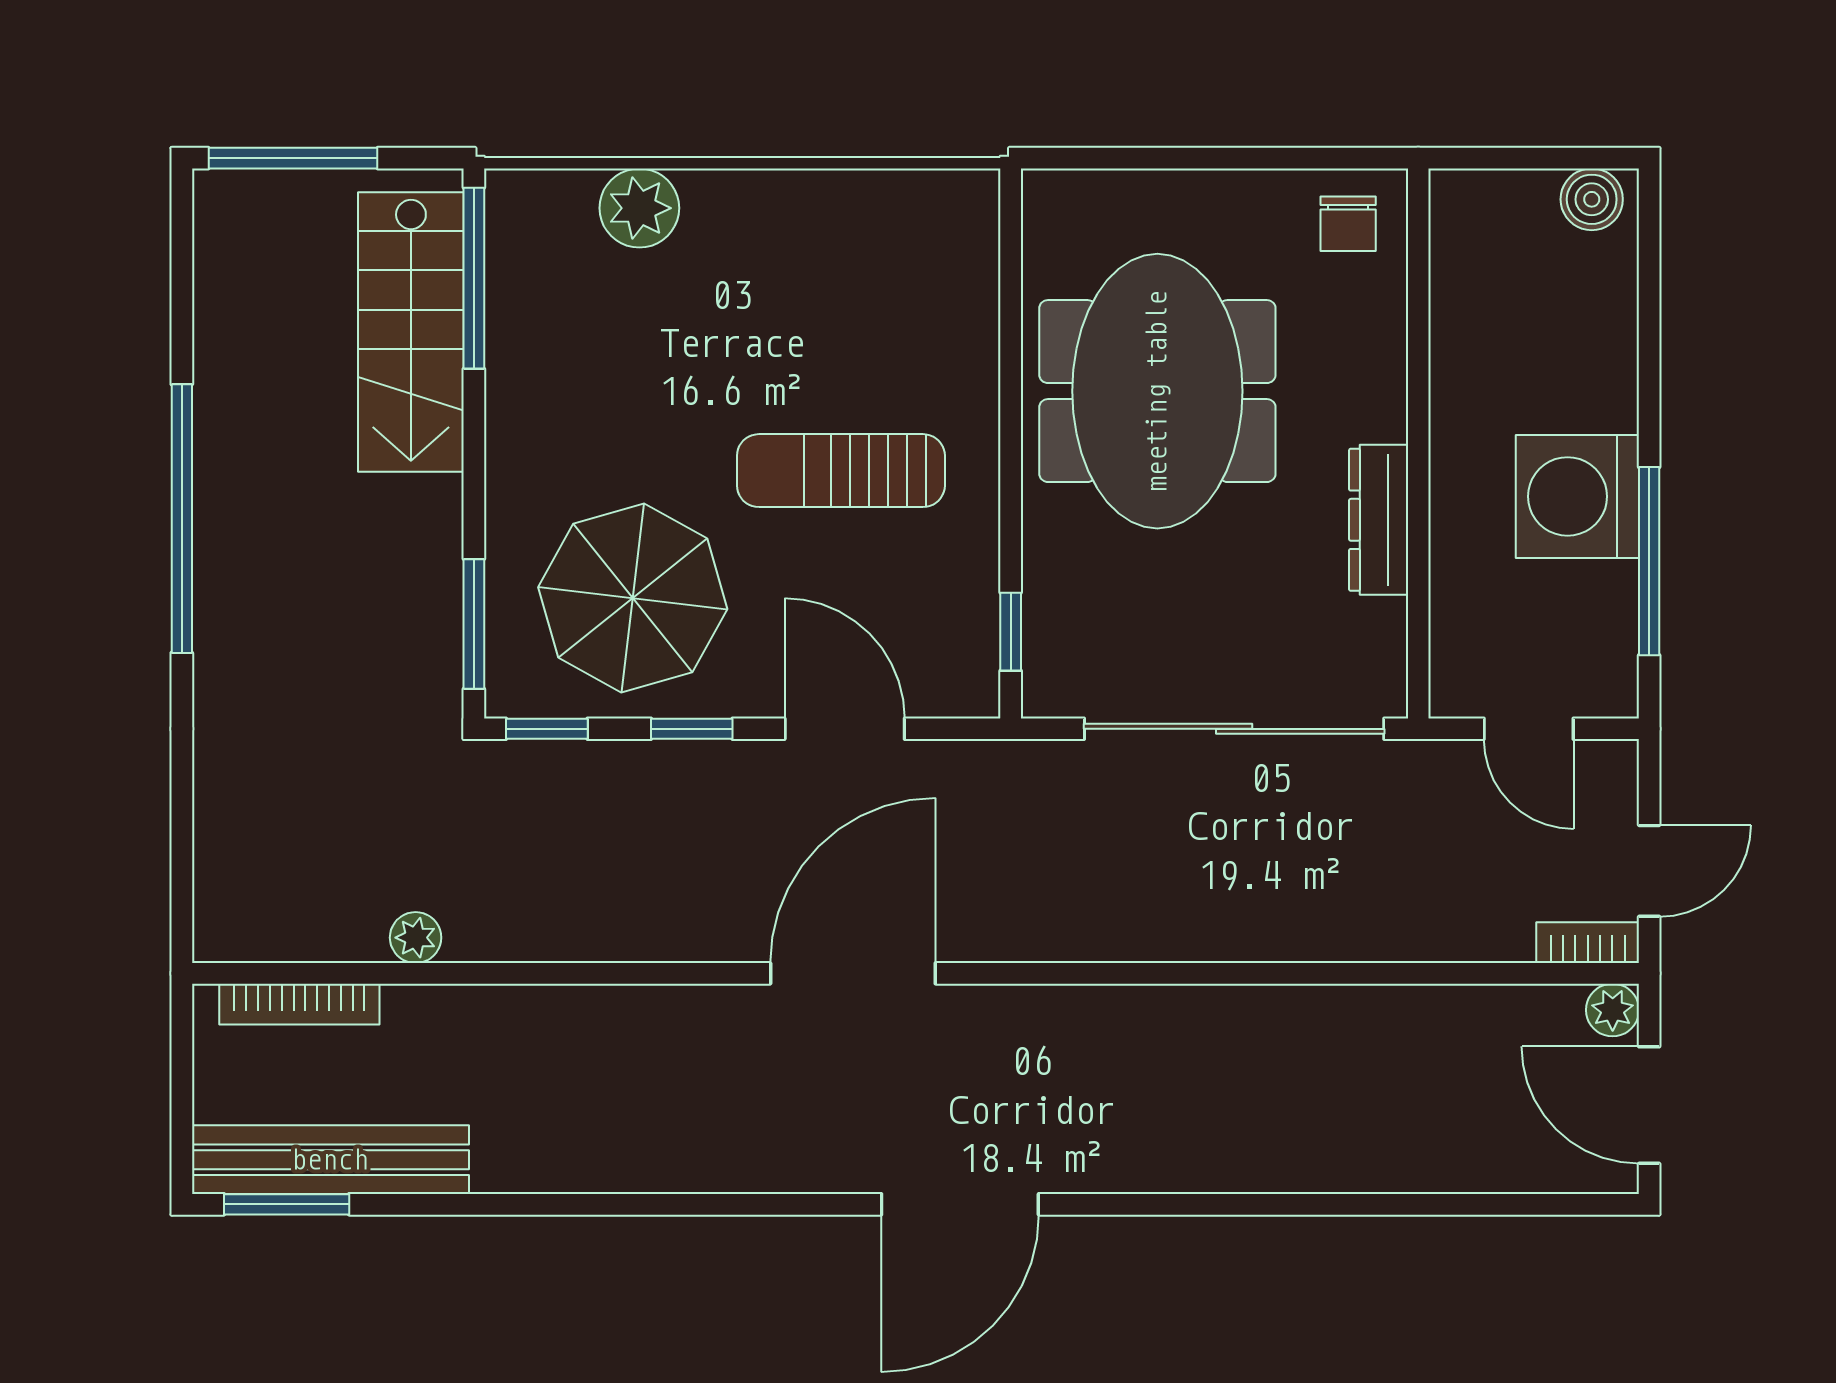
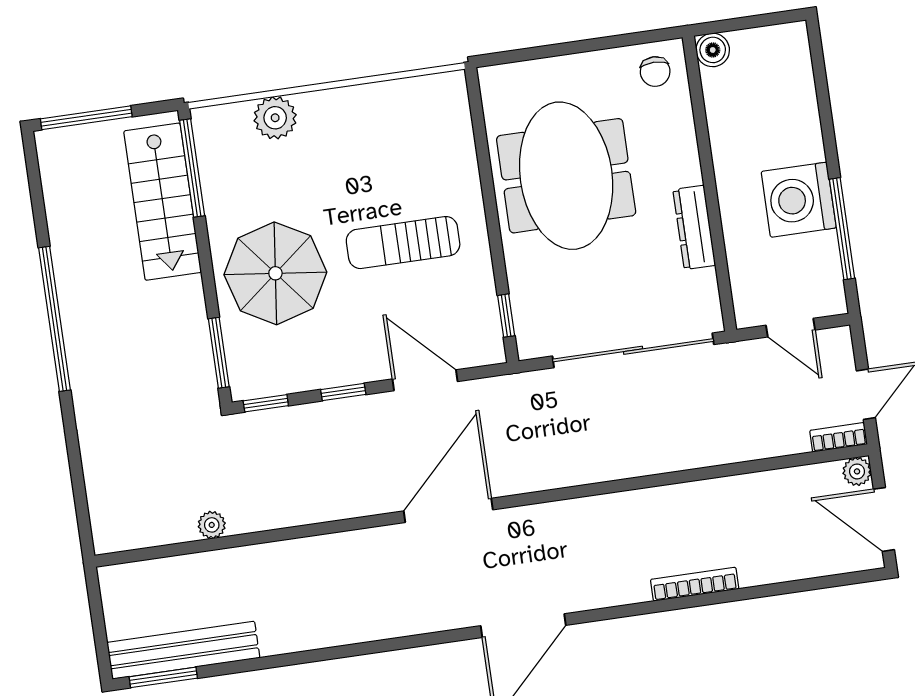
boiler: (1592, 199) -> (713, 50), moved
parasol: (633, 598) -> (275, 273), moved
bookcase: (299, 1004) -> (695, 584), moved, turned 180

